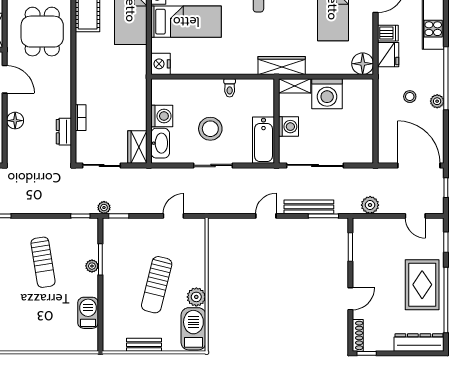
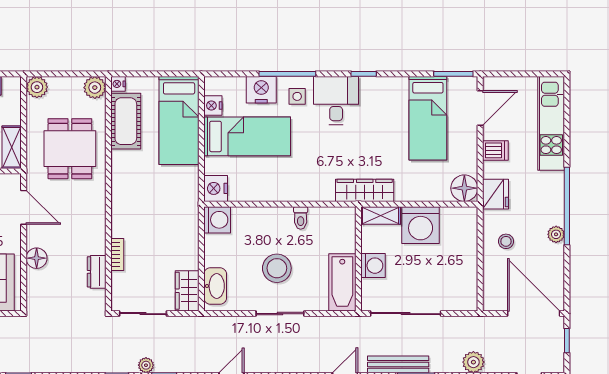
fridge: (388, 55) -> (496, 194), moved
stool: (410, 97) -> (506, 241), moved
washing machine: (162, 116) -> (217, 220), moved

